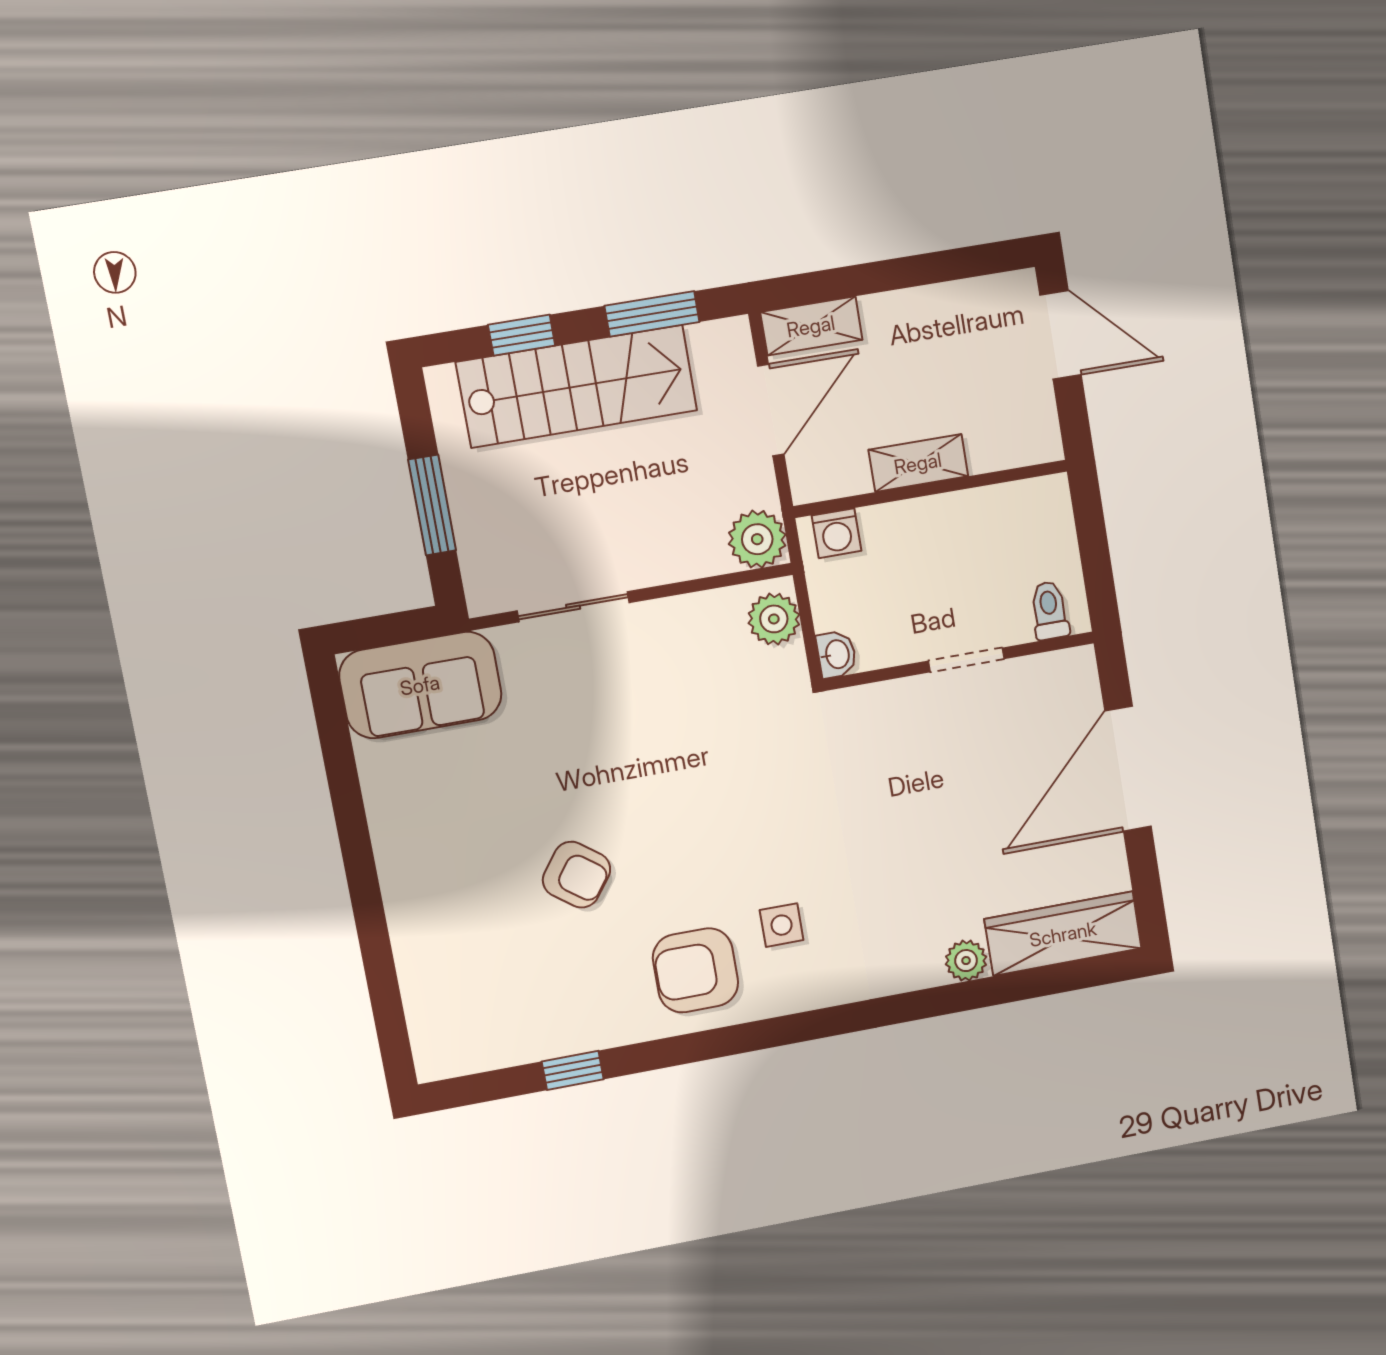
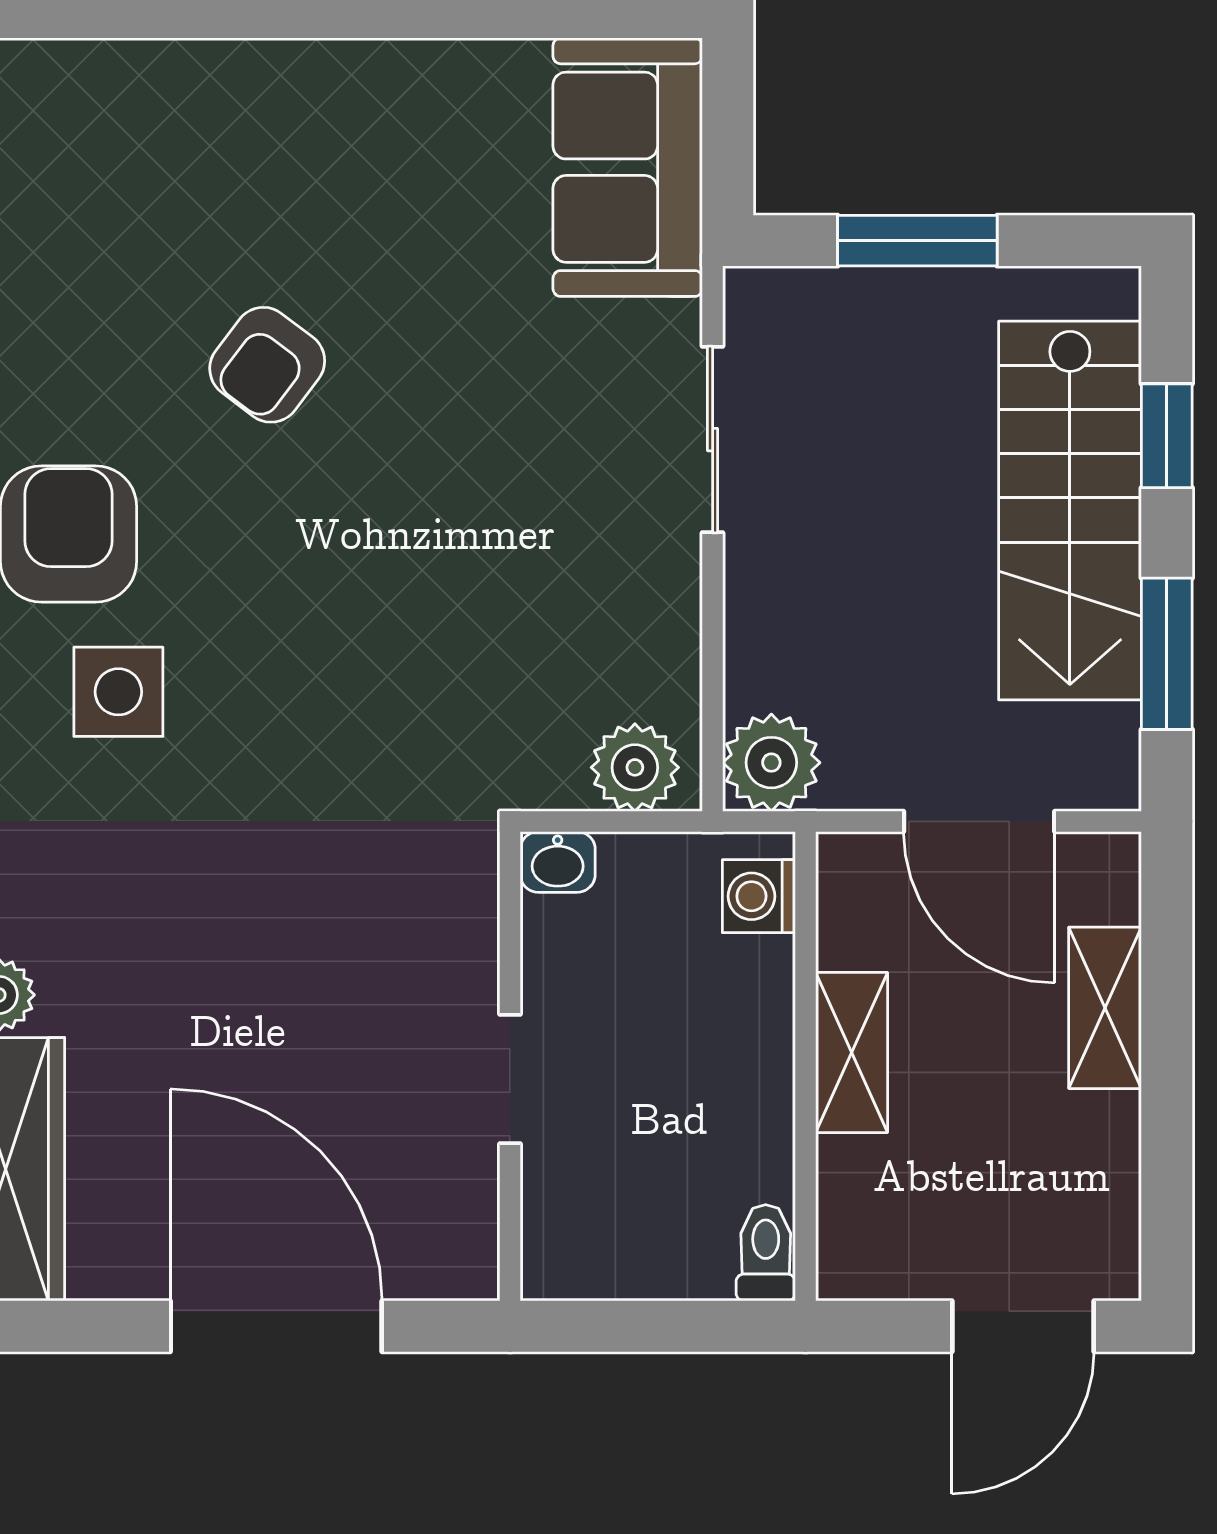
shelving: (811, 326) -> (1105, 1008), moved
toilet: (1049, 611) -> (766, 1253), moved, turned -90
side table: (782, 925) -> (118, 692), width x1.37, depth x1.37

